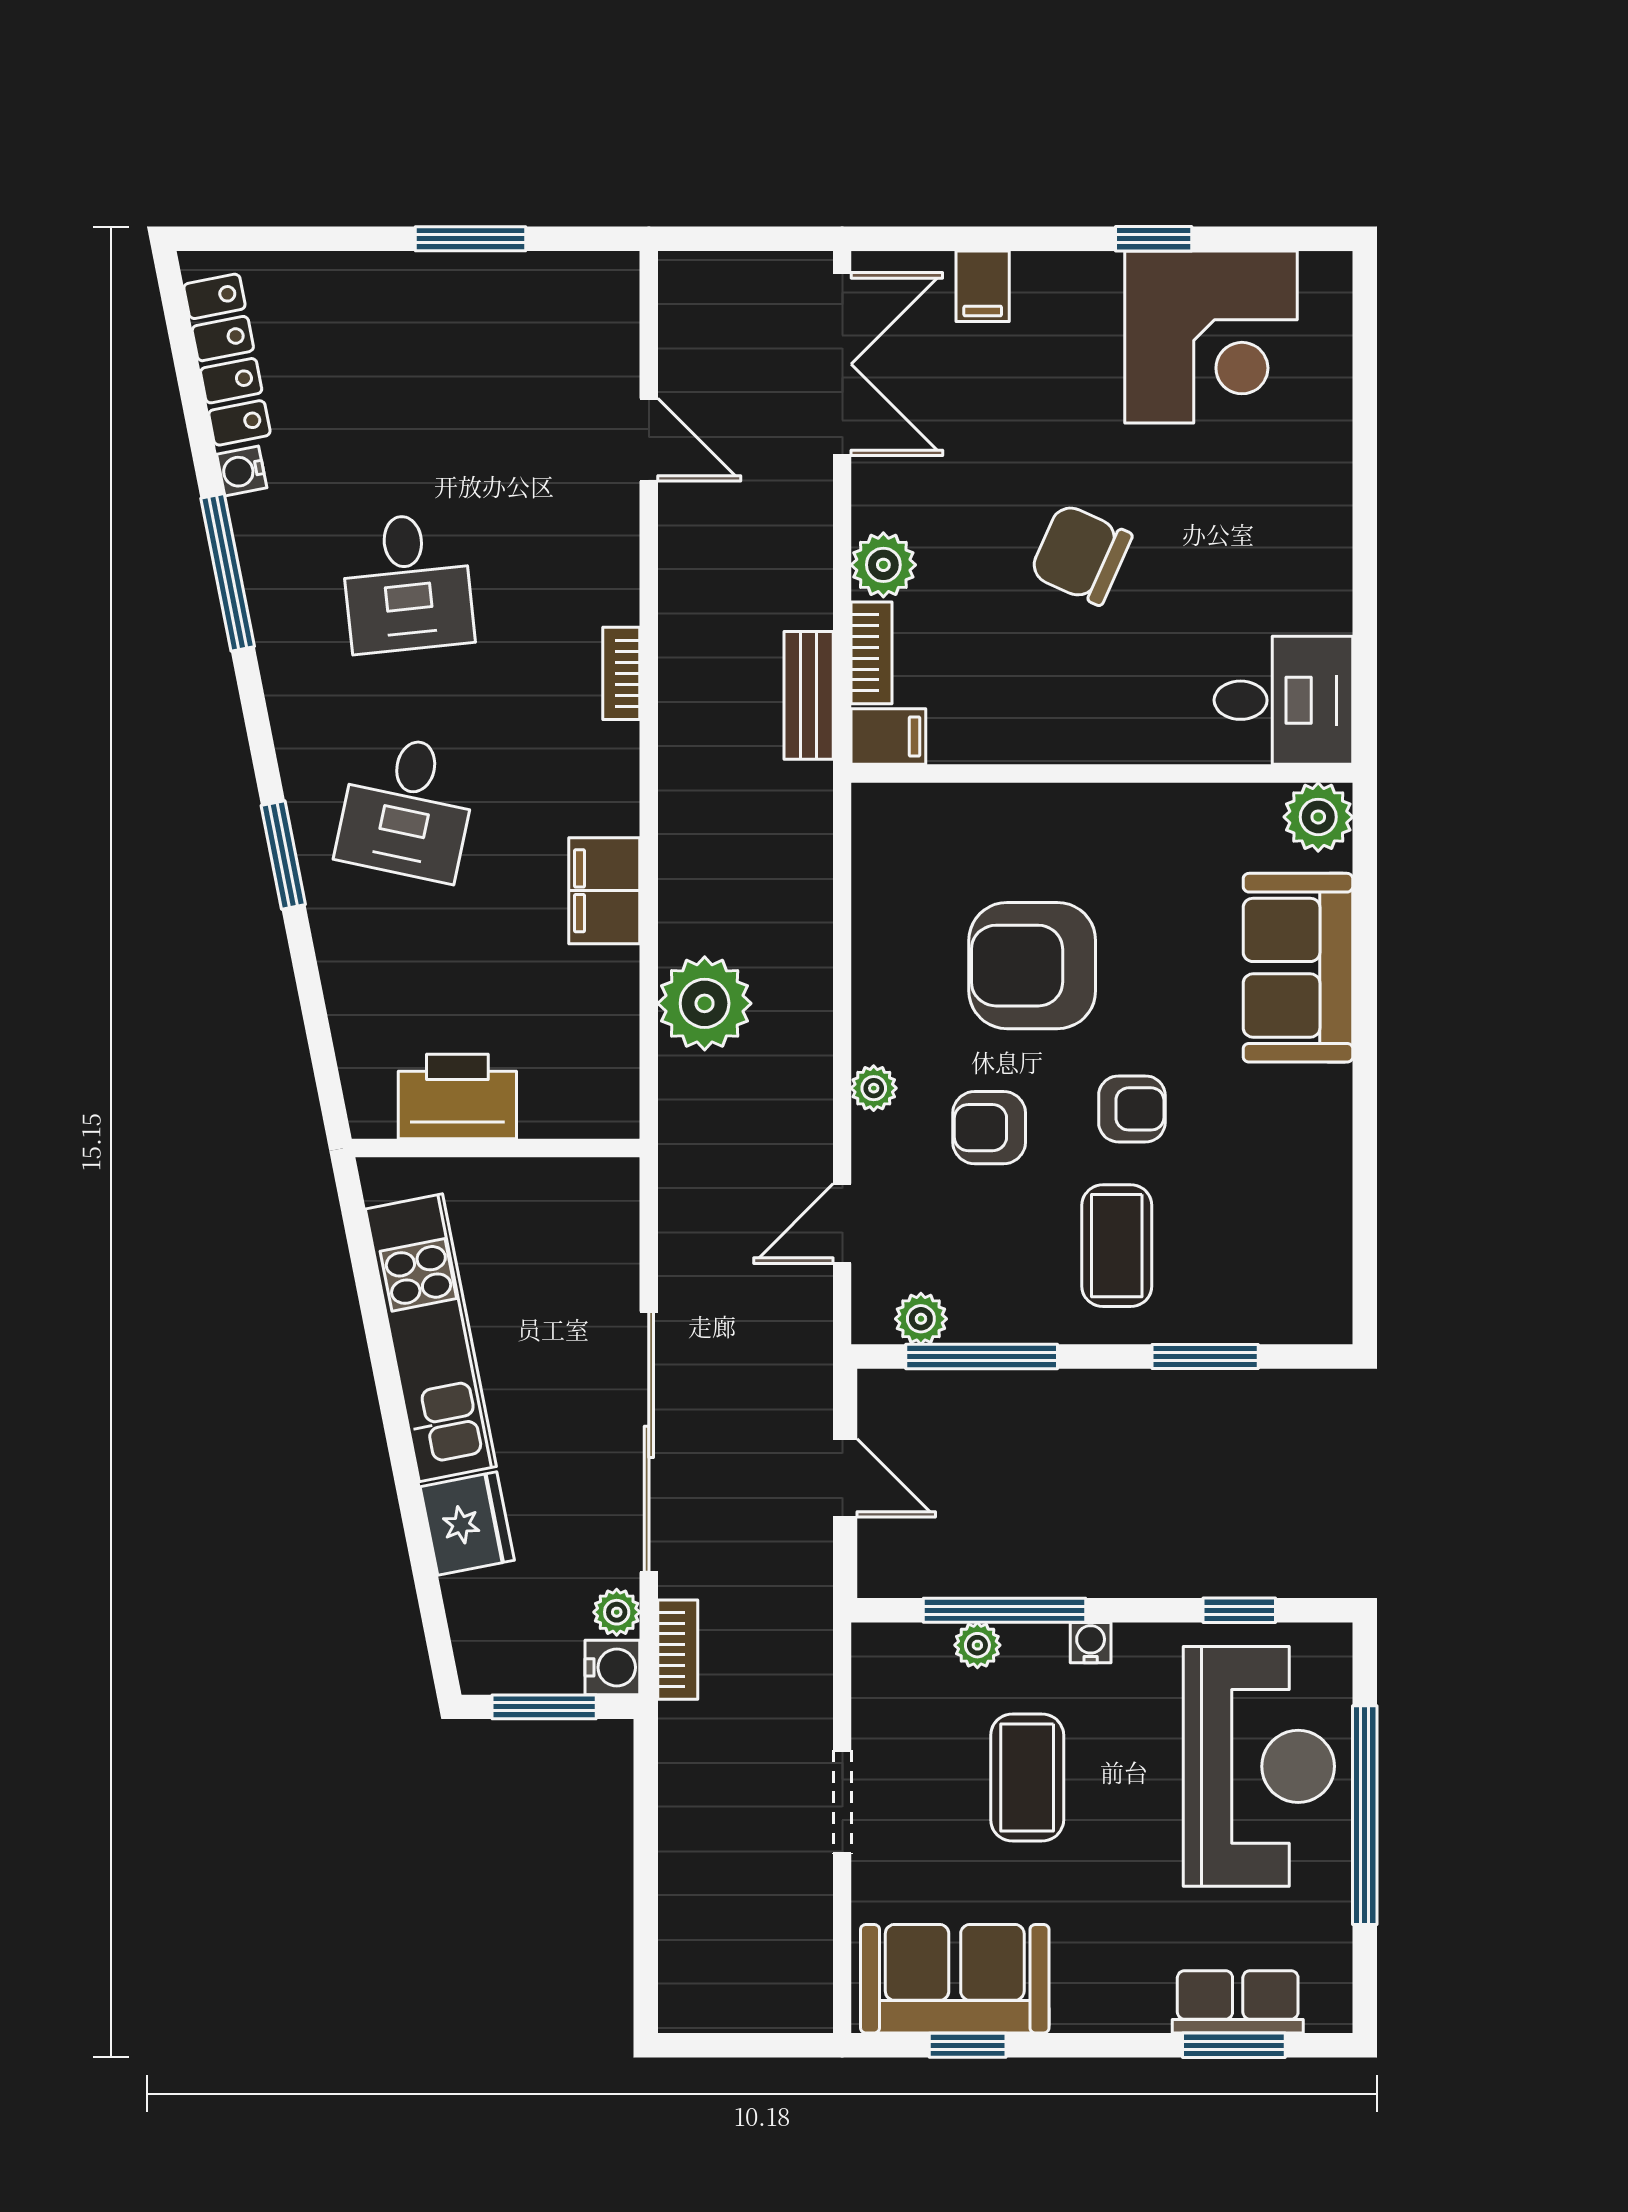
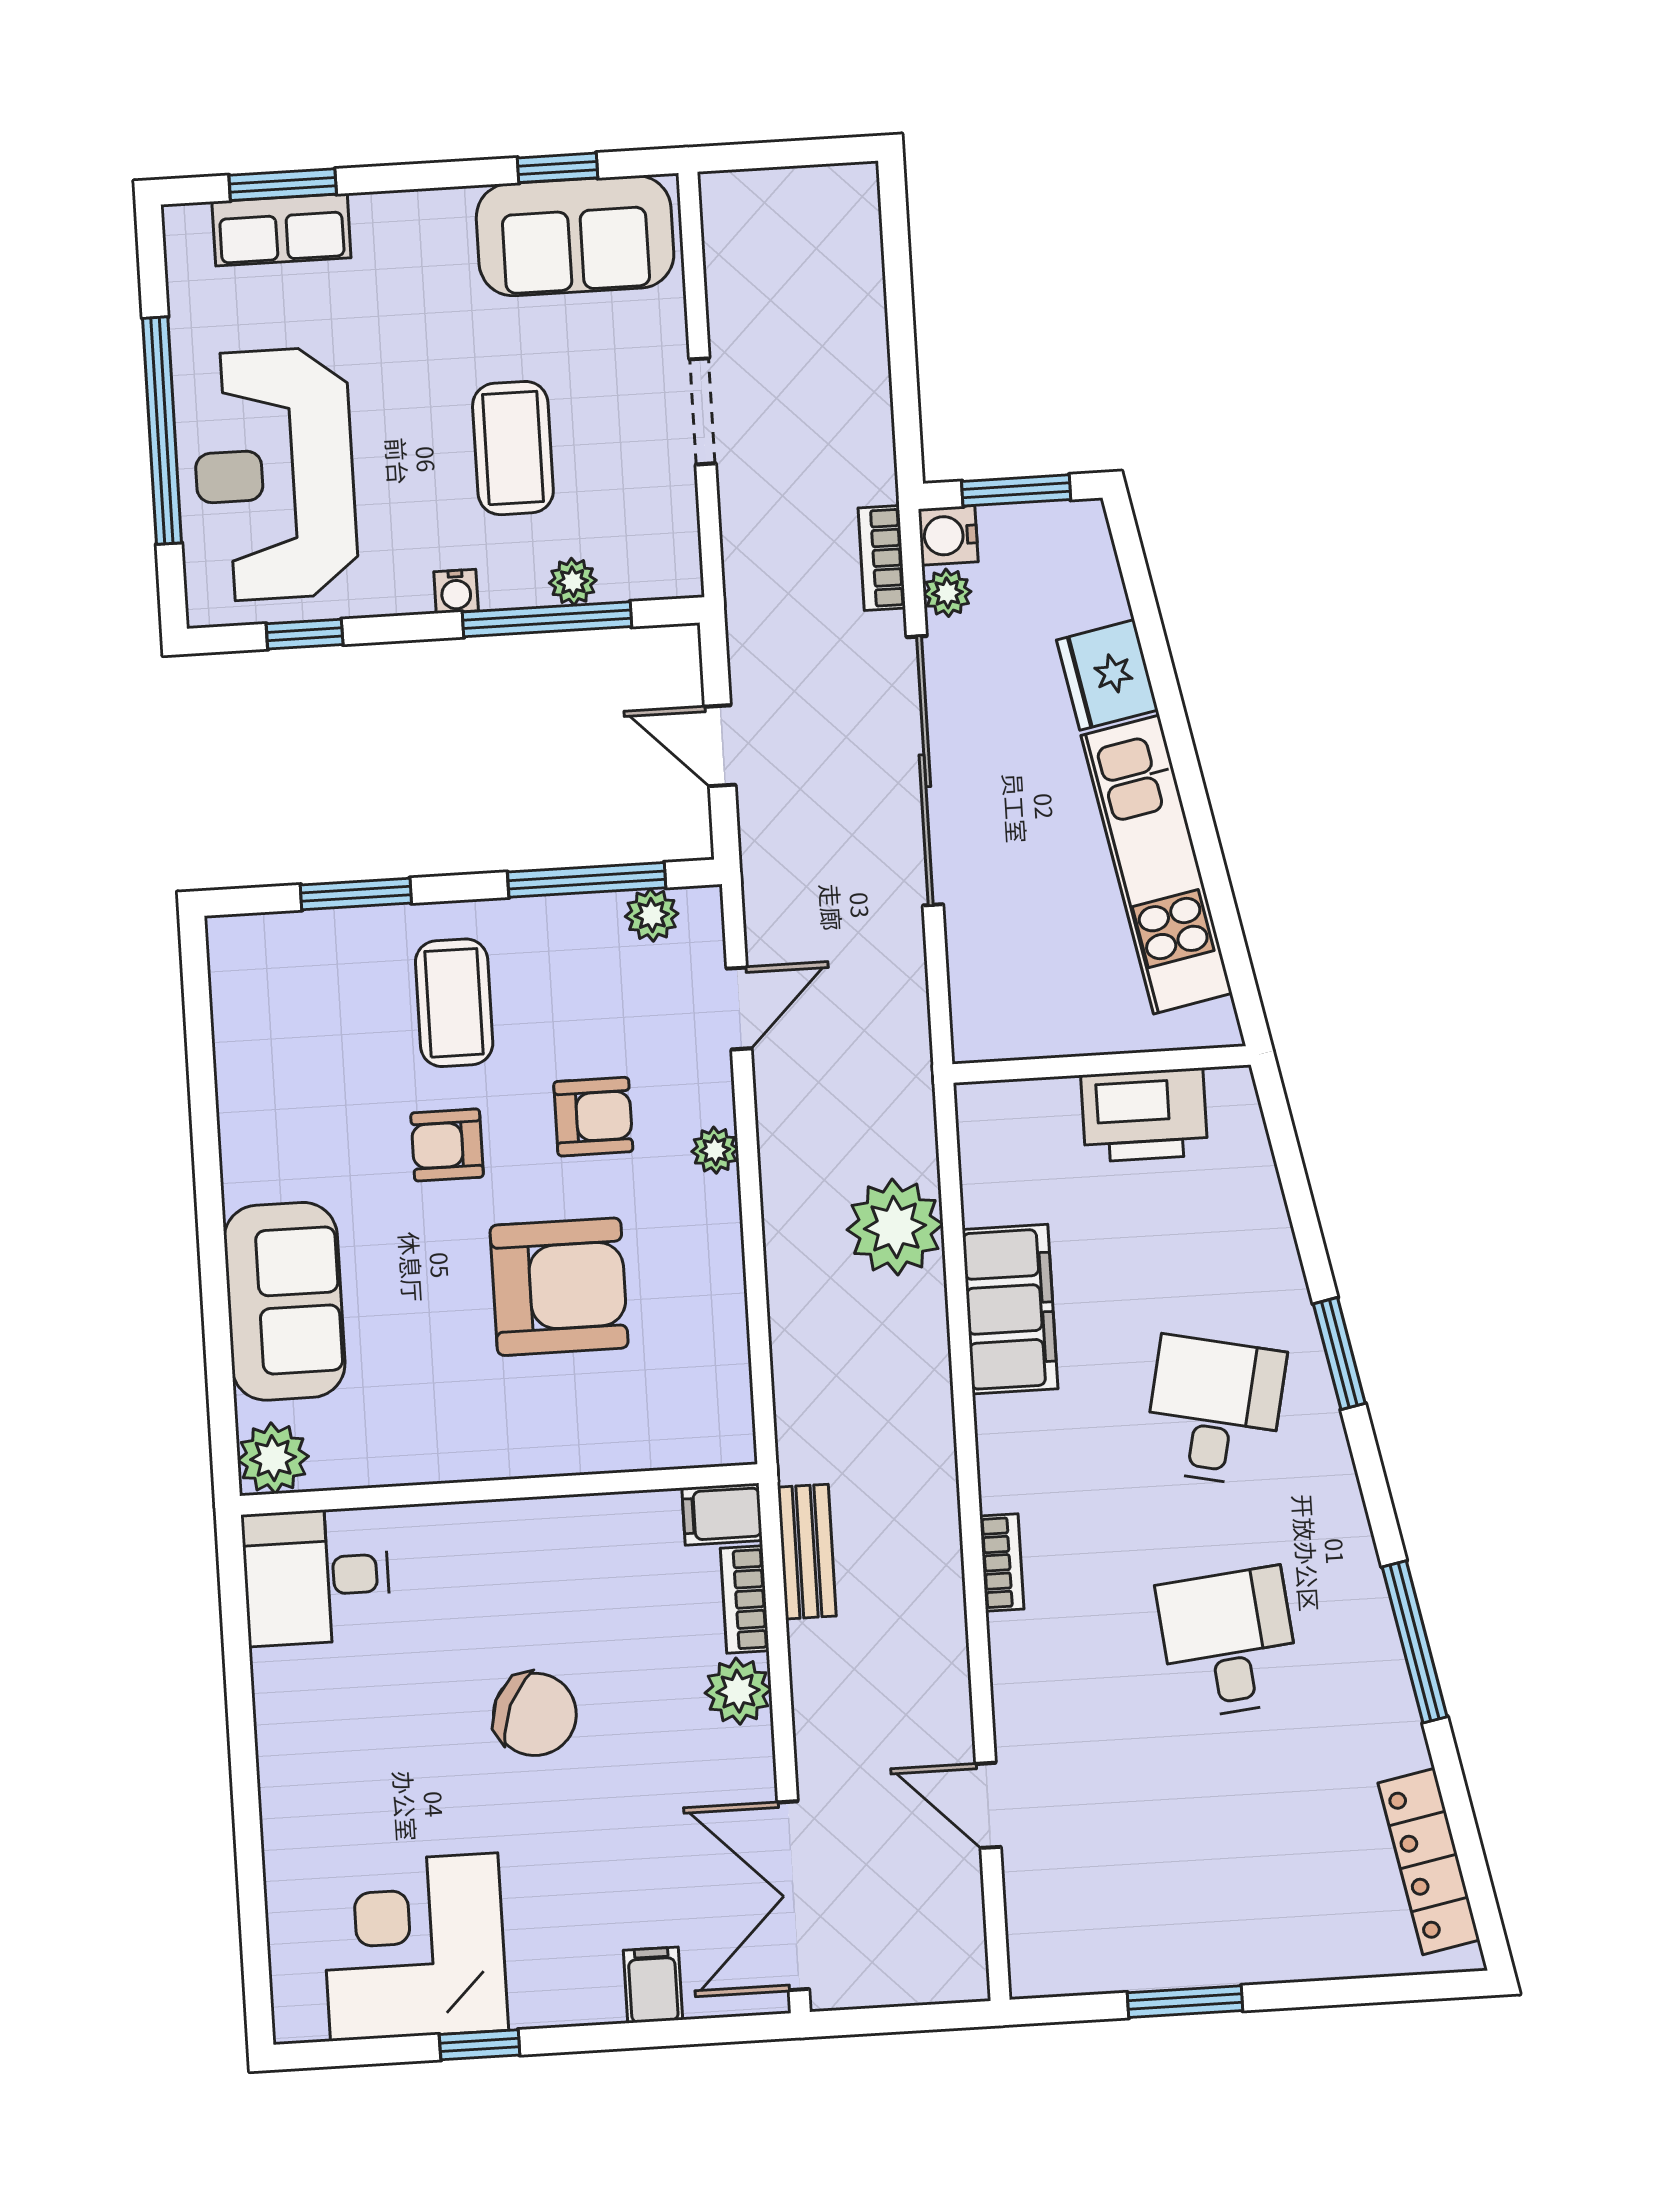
water cooler: (242, 471) -> (1407, 1747), removed
filing cabinet: (604, 891) -> (1010, 1309), width x1.50, depth x1.17

